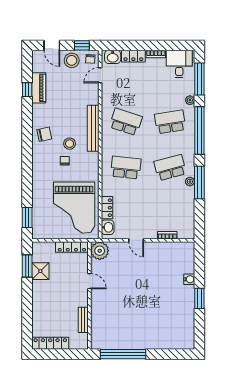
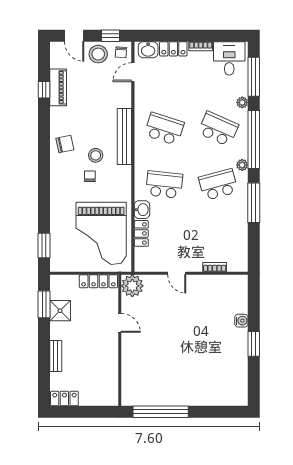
school desk: (170, 122) -> (218, 129), turned 33
plant: (190, 182) -> (242, 165), moved
washbasin: (108, 227) -> (142, 210), moved
bench: (83, 320) -> (56, 356), moved
locker: (50, 343) -> (64, 399), width x0.66

